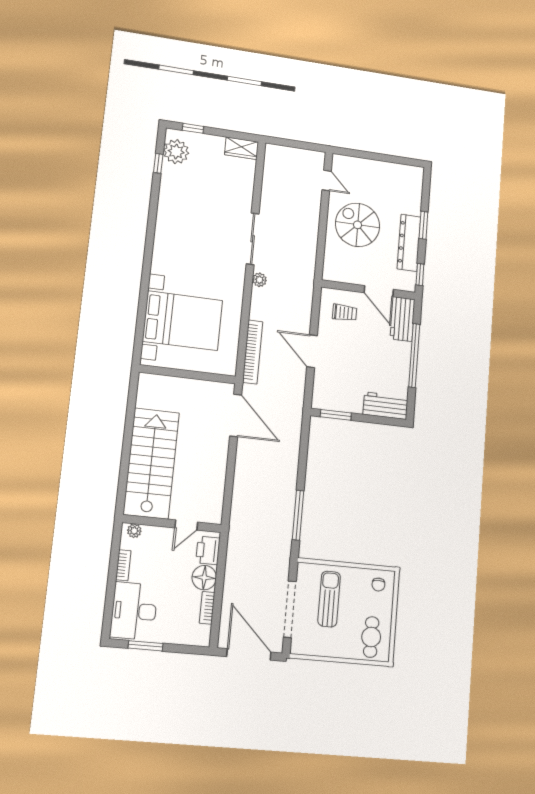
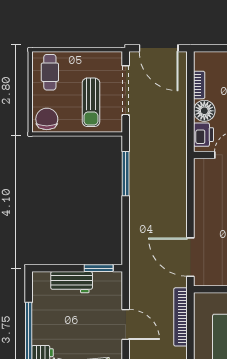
workbench: (385, 406) -> (72, 282), moved
chair: (378, 585) -> (47, 119), width x1.87, depth x1.87

